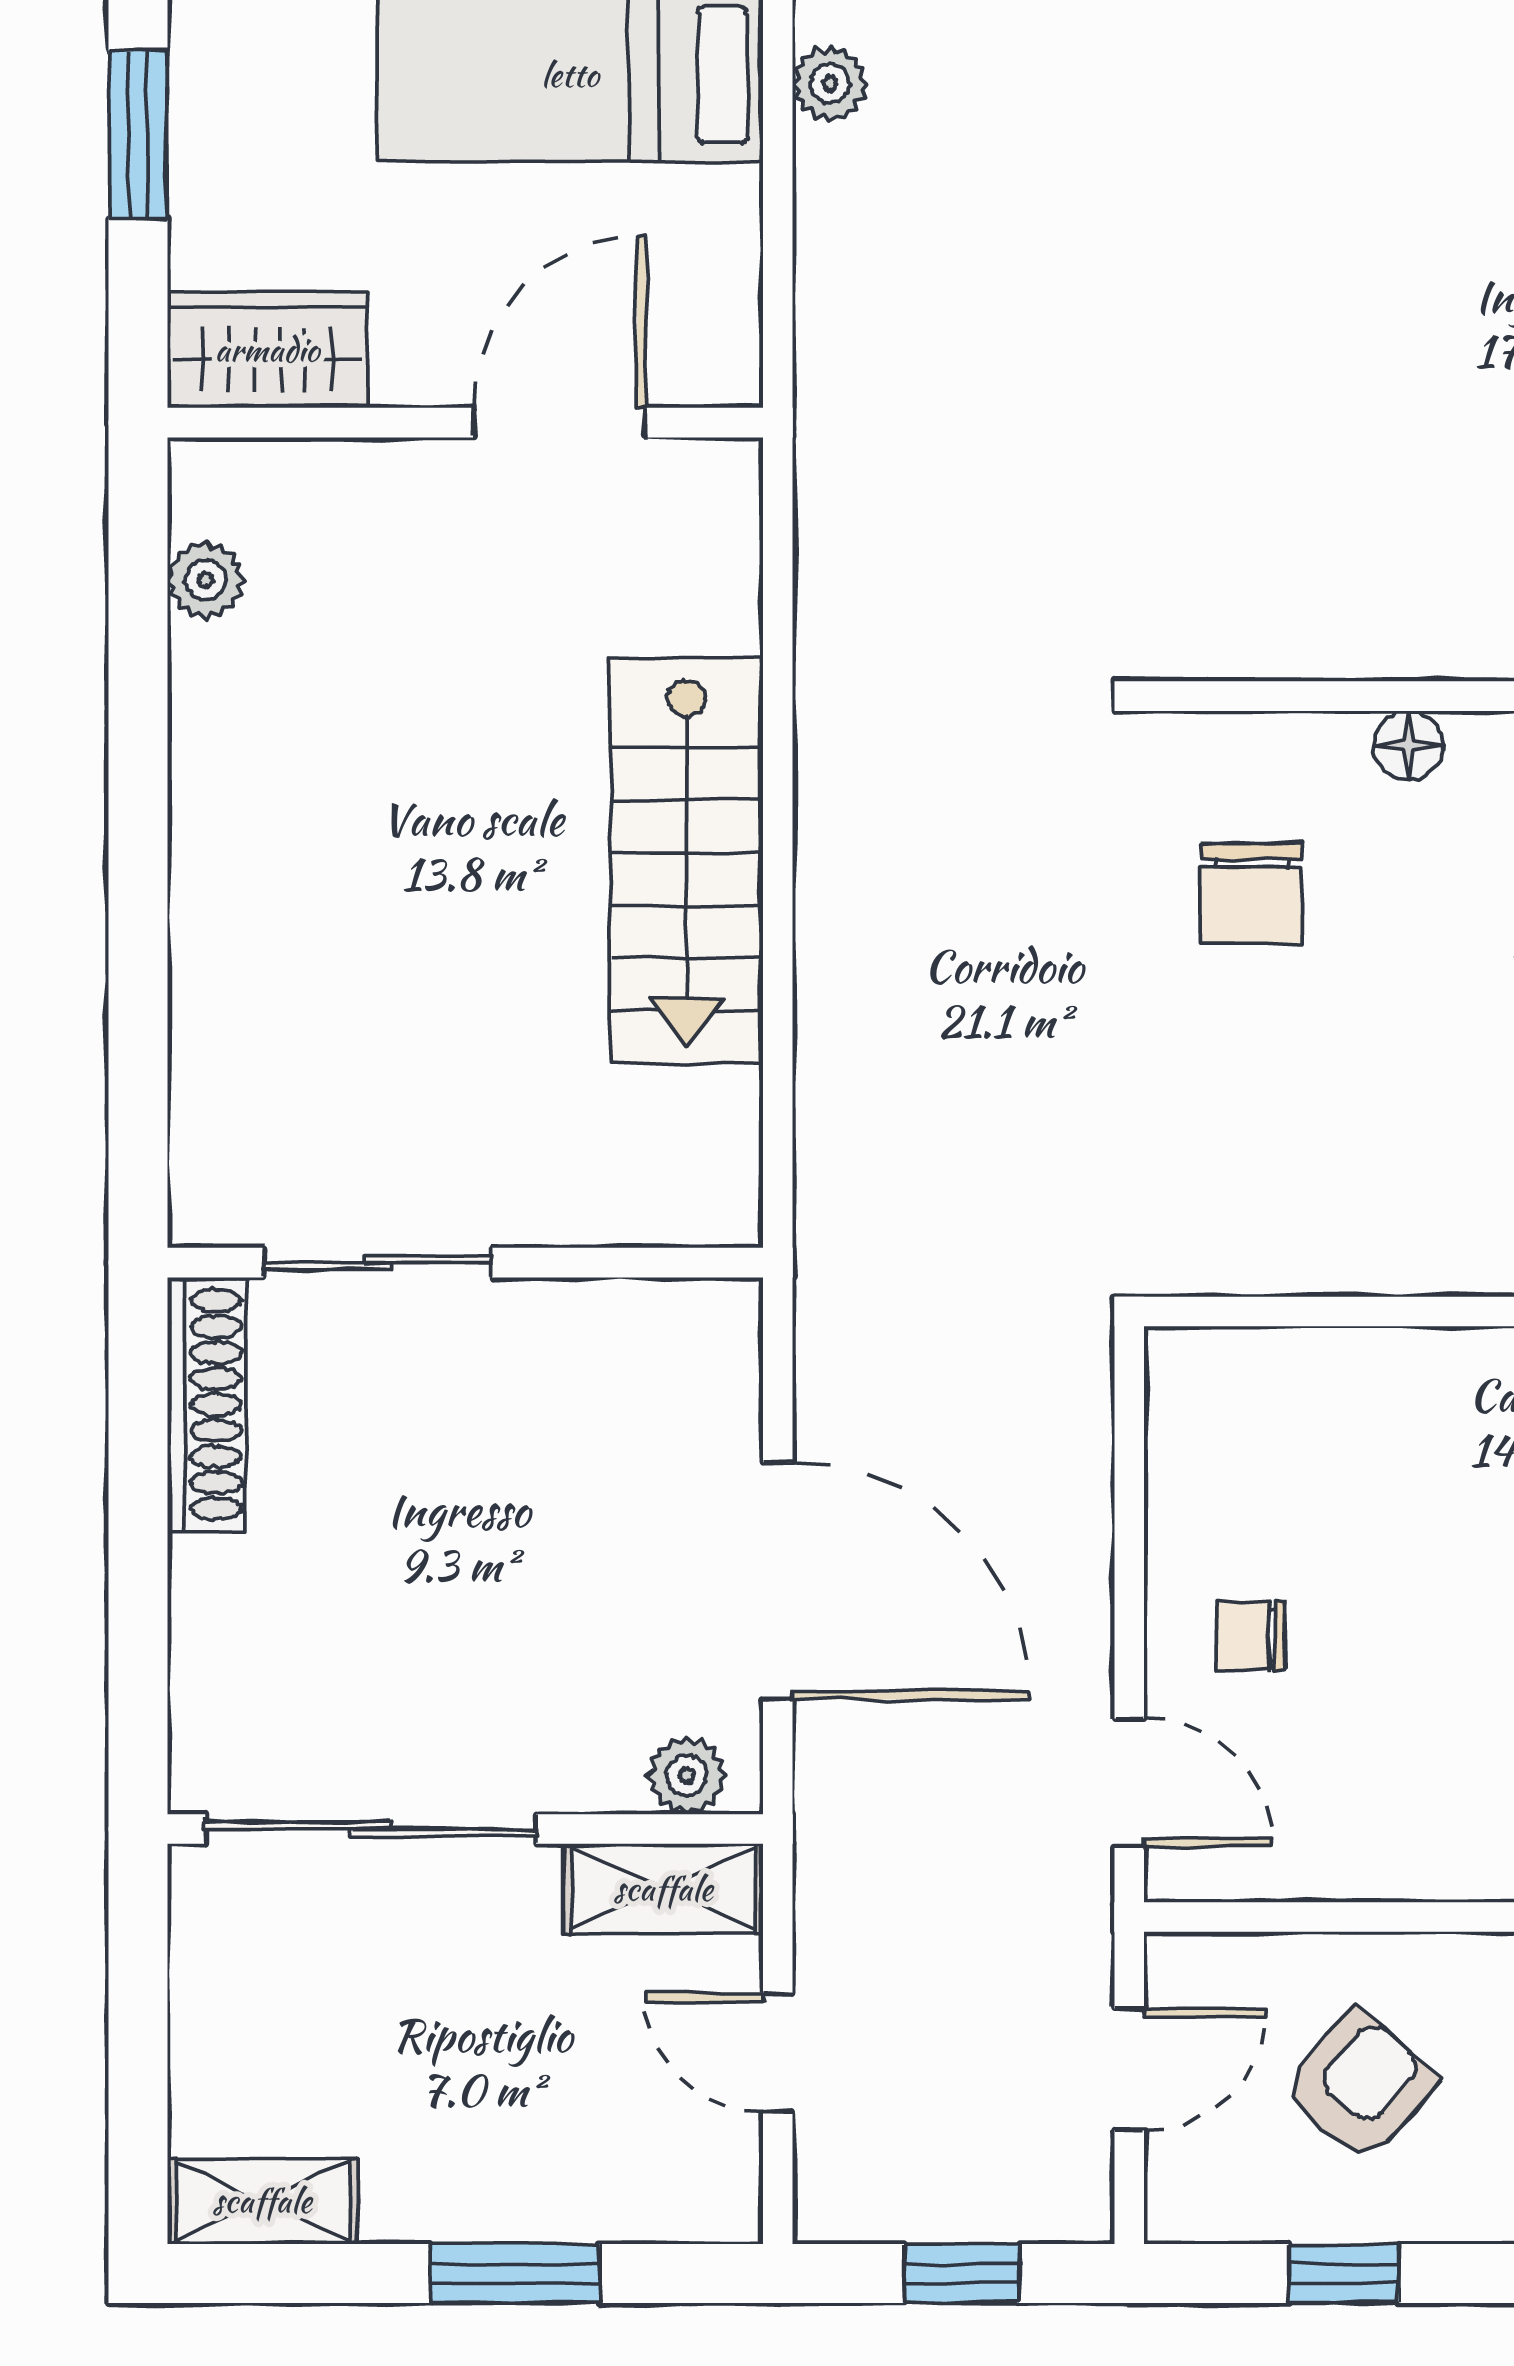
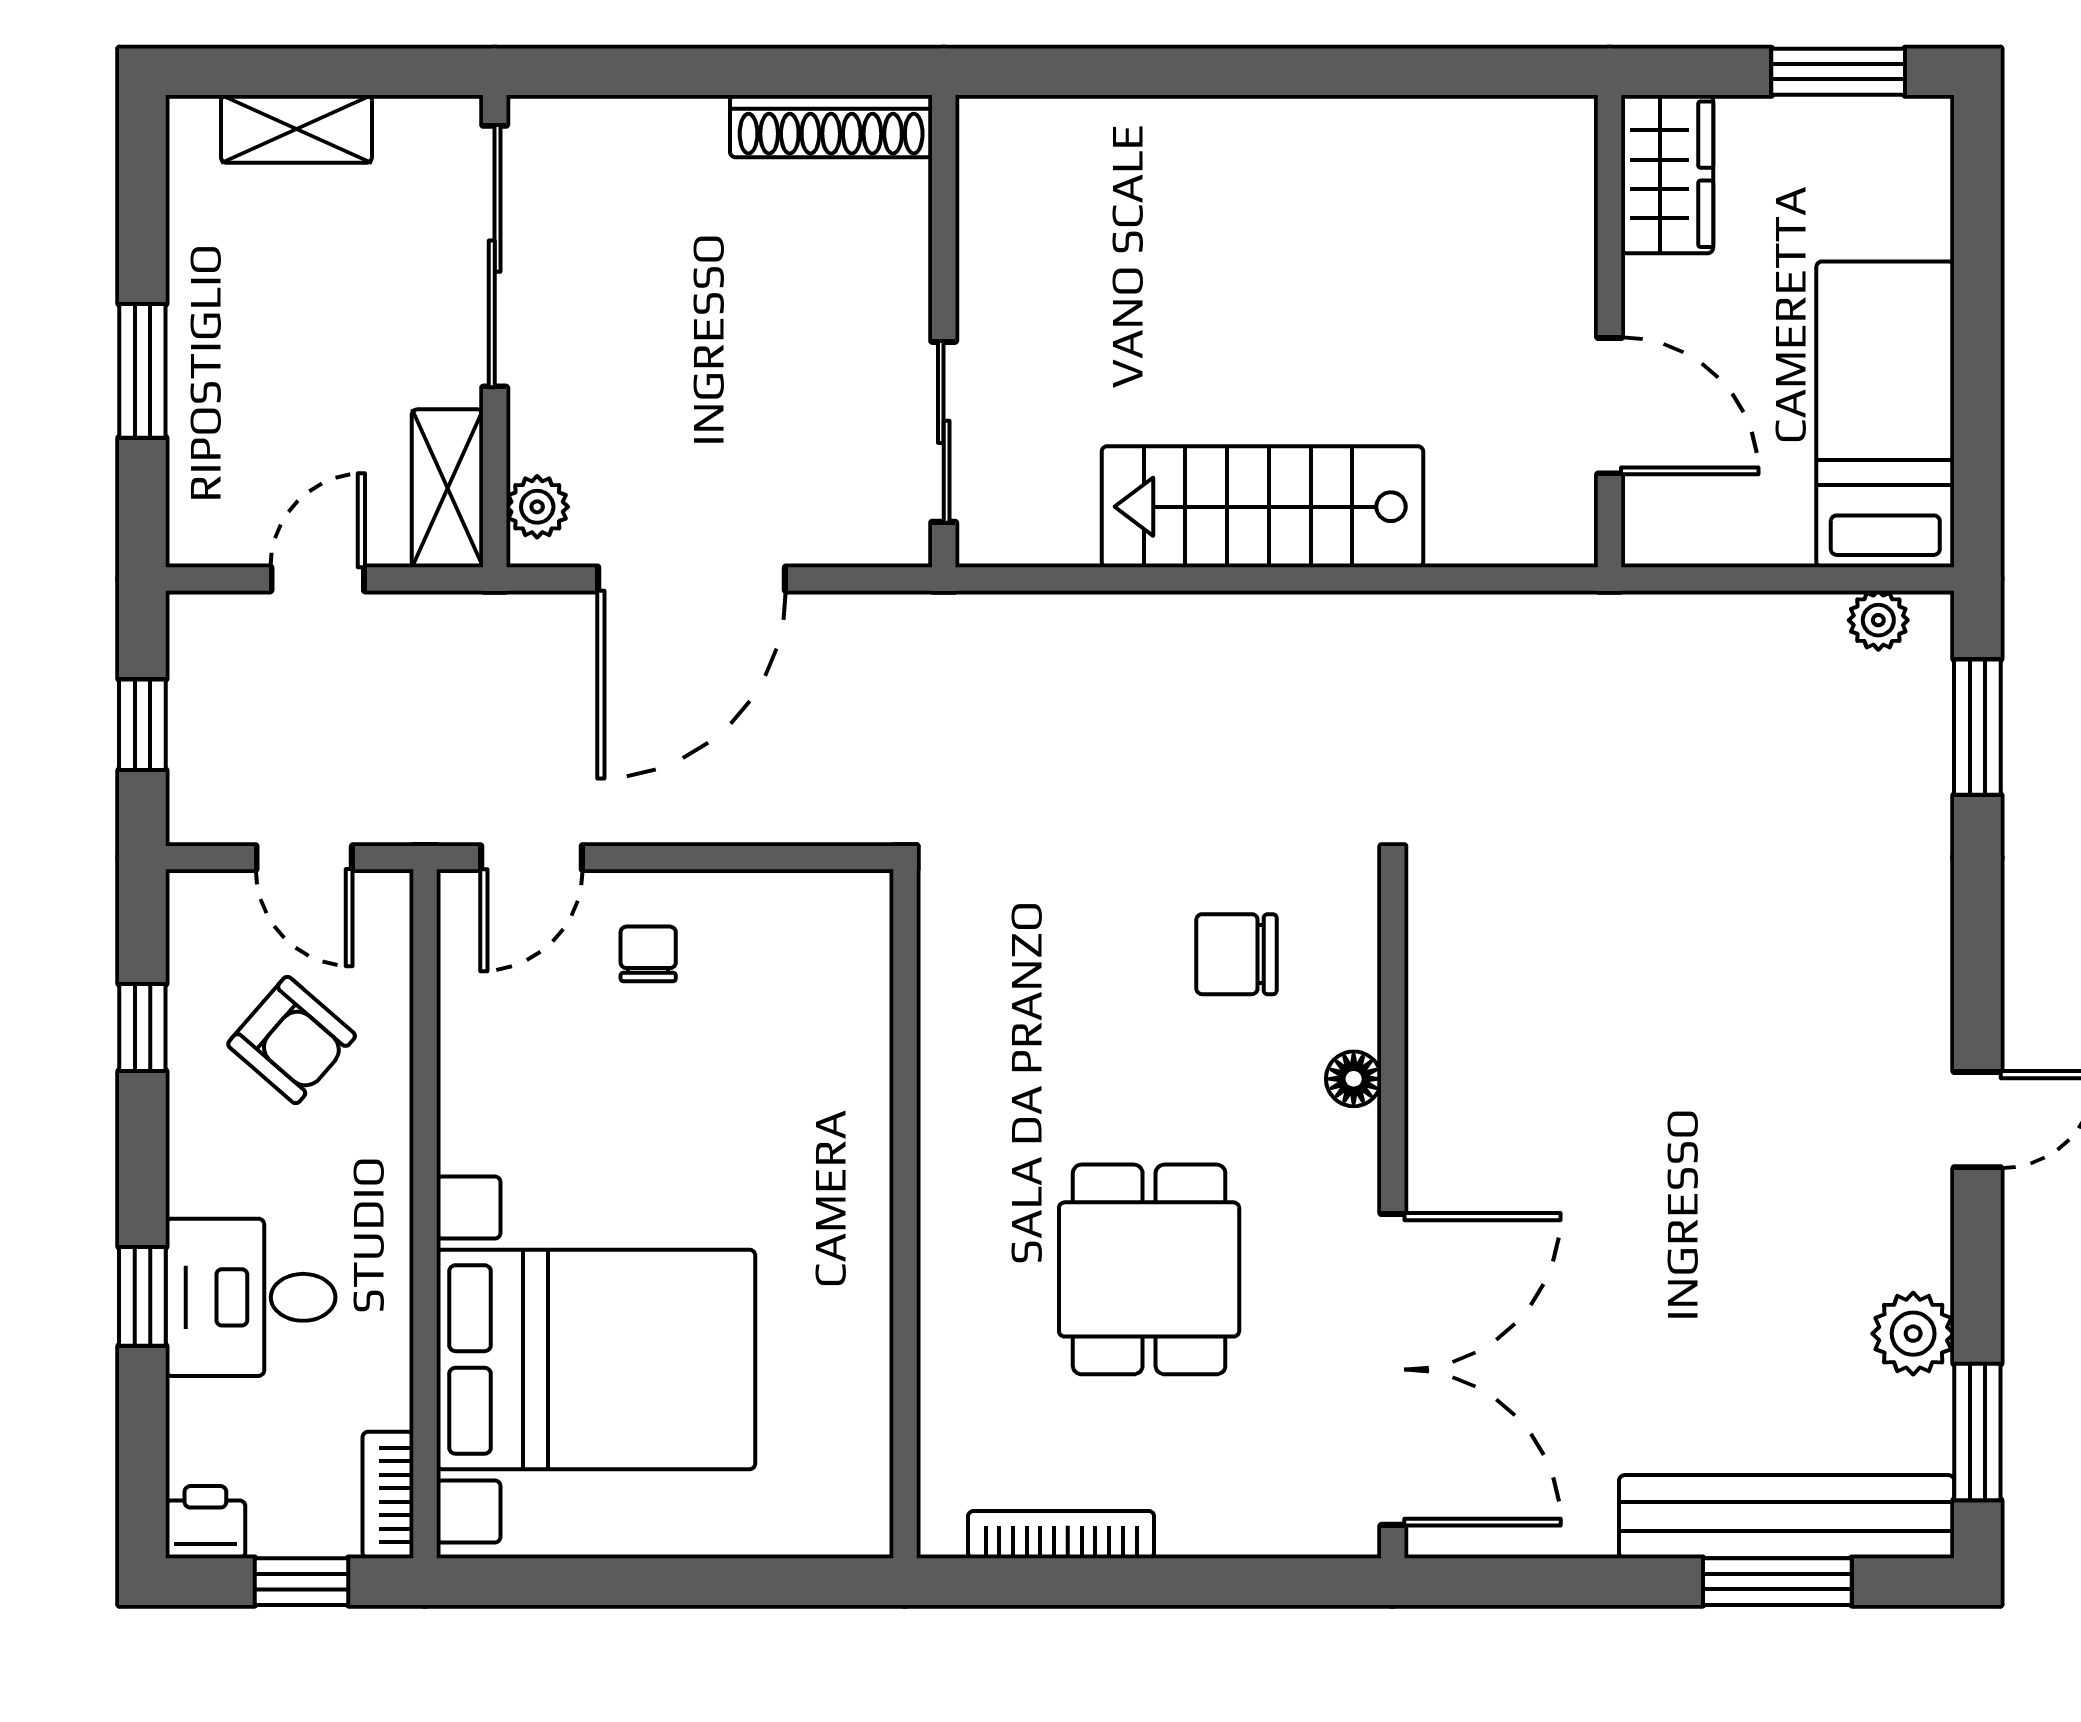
plant: (206, 580) -> (1485, 126), removed
sliding door: (378, 1263) -> (944, 432), moved
shelving: (262, 2201) -> (296, 129), moved, turned 90

